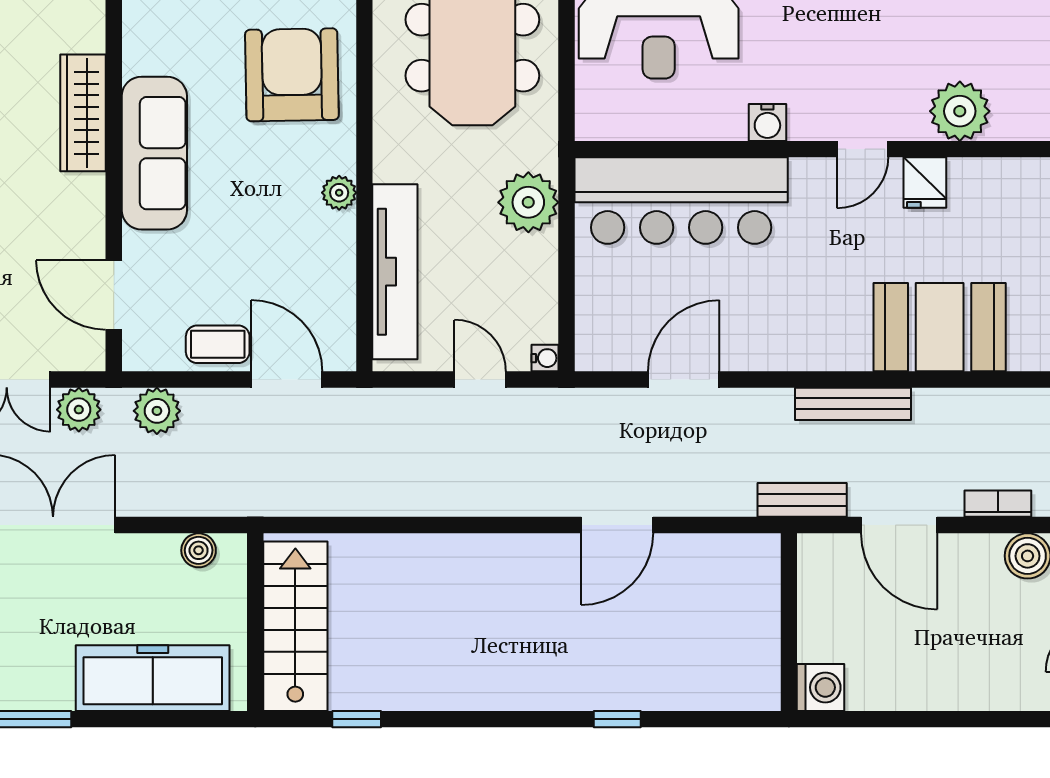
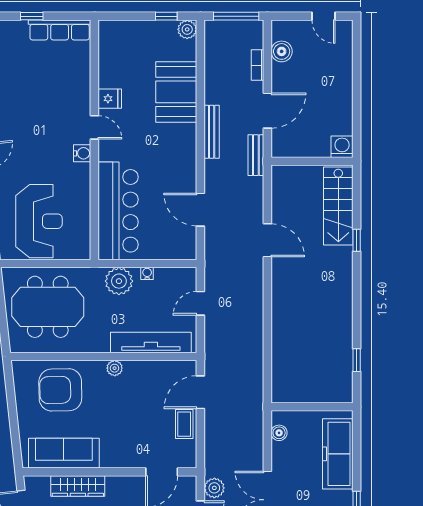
plant: (960, 111) -> (77, 83), removed
water cooler: (767, 122) -> (82, 153), moved
sofa: (154, 153) -> (64, 453), moved
water cooler: (545, 358) -> (147, 273), moved
plant: (157, 411) -> (215, 452), removed
stairs: (295, 626) -> (338, 206), moved, turned -90

